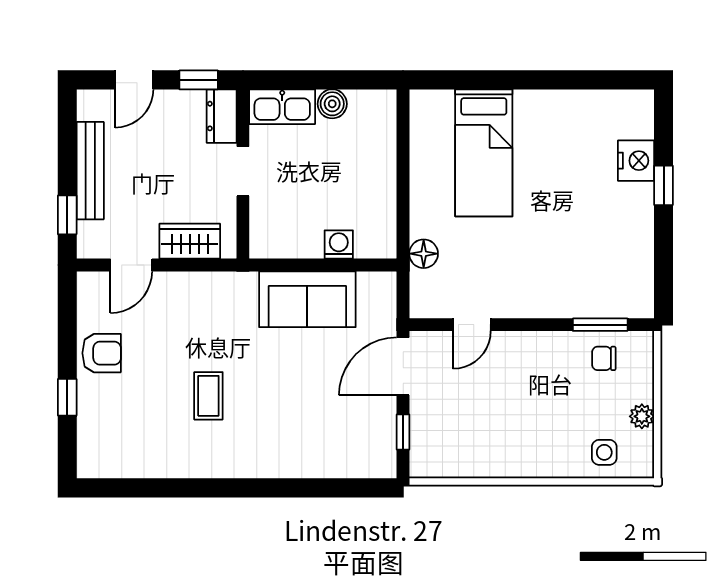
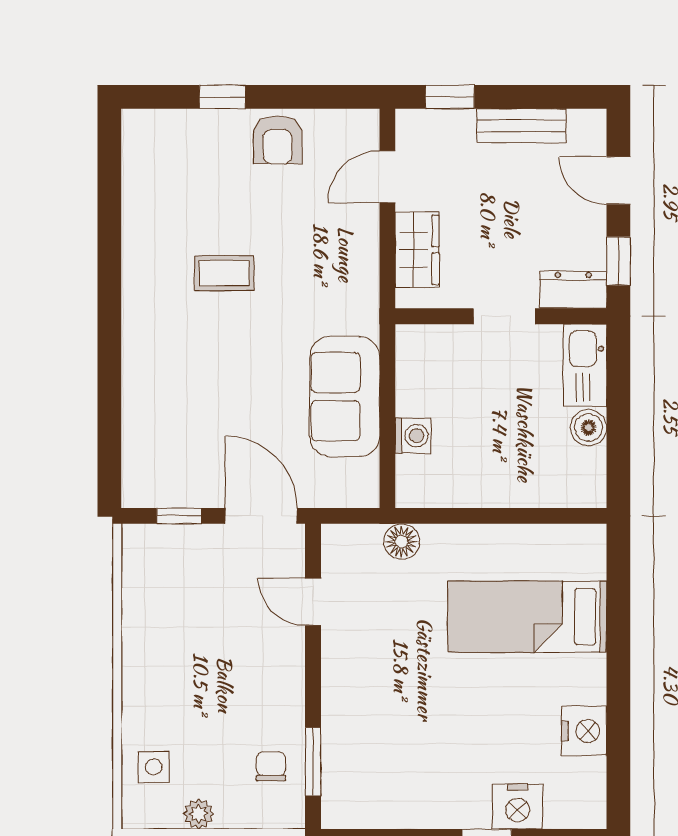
nightstand: (575, 107) -> (584, 731), added
bench: (90, 171) -> (521, 126), width x0.73
door: (131, 265) -> (387, 177), hinge flipped

